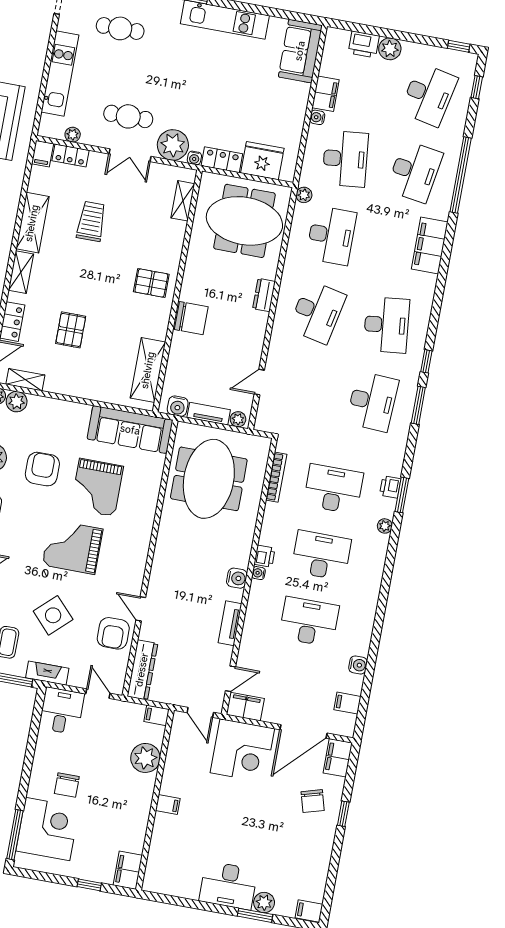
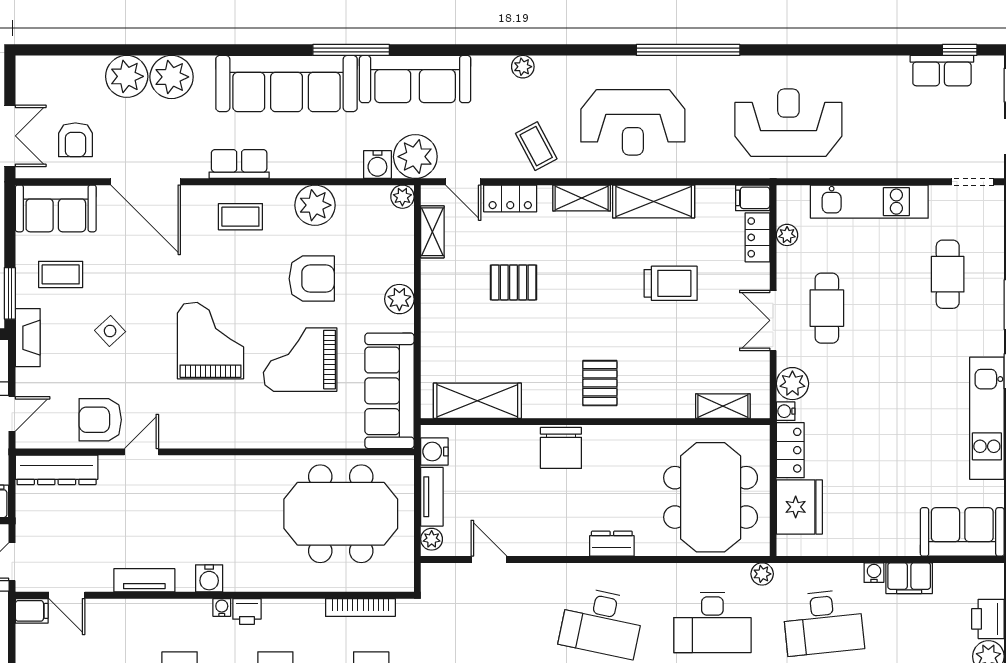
plant: (173, 145) -> (792, 384), width x0.73, depth x0.73
plant: (17, 402) -> (399, 299), moved
side table: (53, 615) -> (110, 331), width x0.54, depth x0.54
filing cabinet: (245, 707) -> (32, 611), width x0.50

